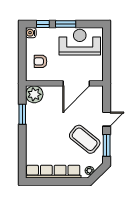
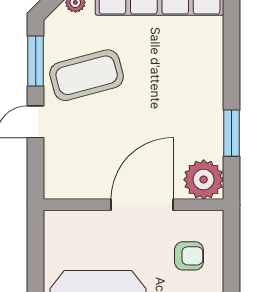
door: (76, 83) -> (142, 205), moved
coffee table: (85, 139) -> (87, 75), turned -54

